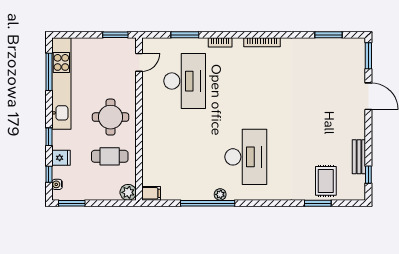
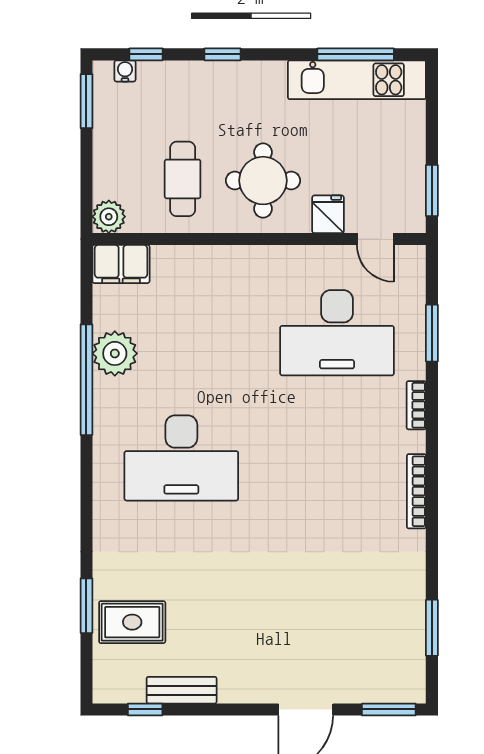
kitchen unit: (61, 84) -> (357, 80), width x0.73
fridge: (61, 158) -> (328, 214), moved, turned 180
filing cabinet: (151, 193) -> (121, 264), width x2.00
plant: (220, 194) -> (115, 353), moved, width x1.88, depth x1.88

